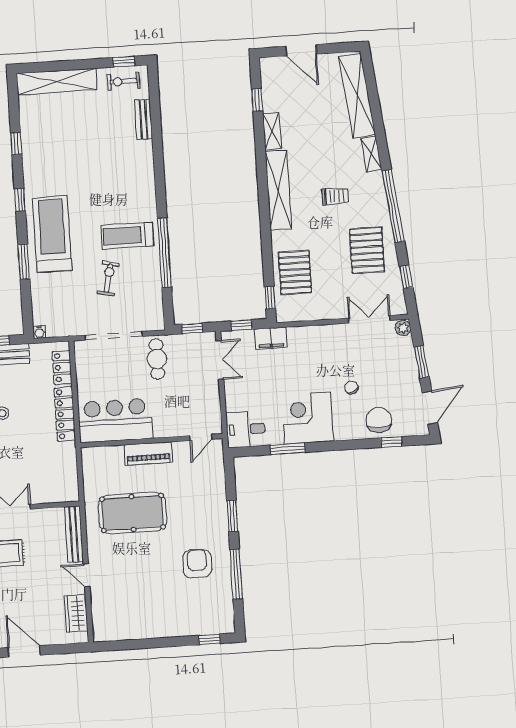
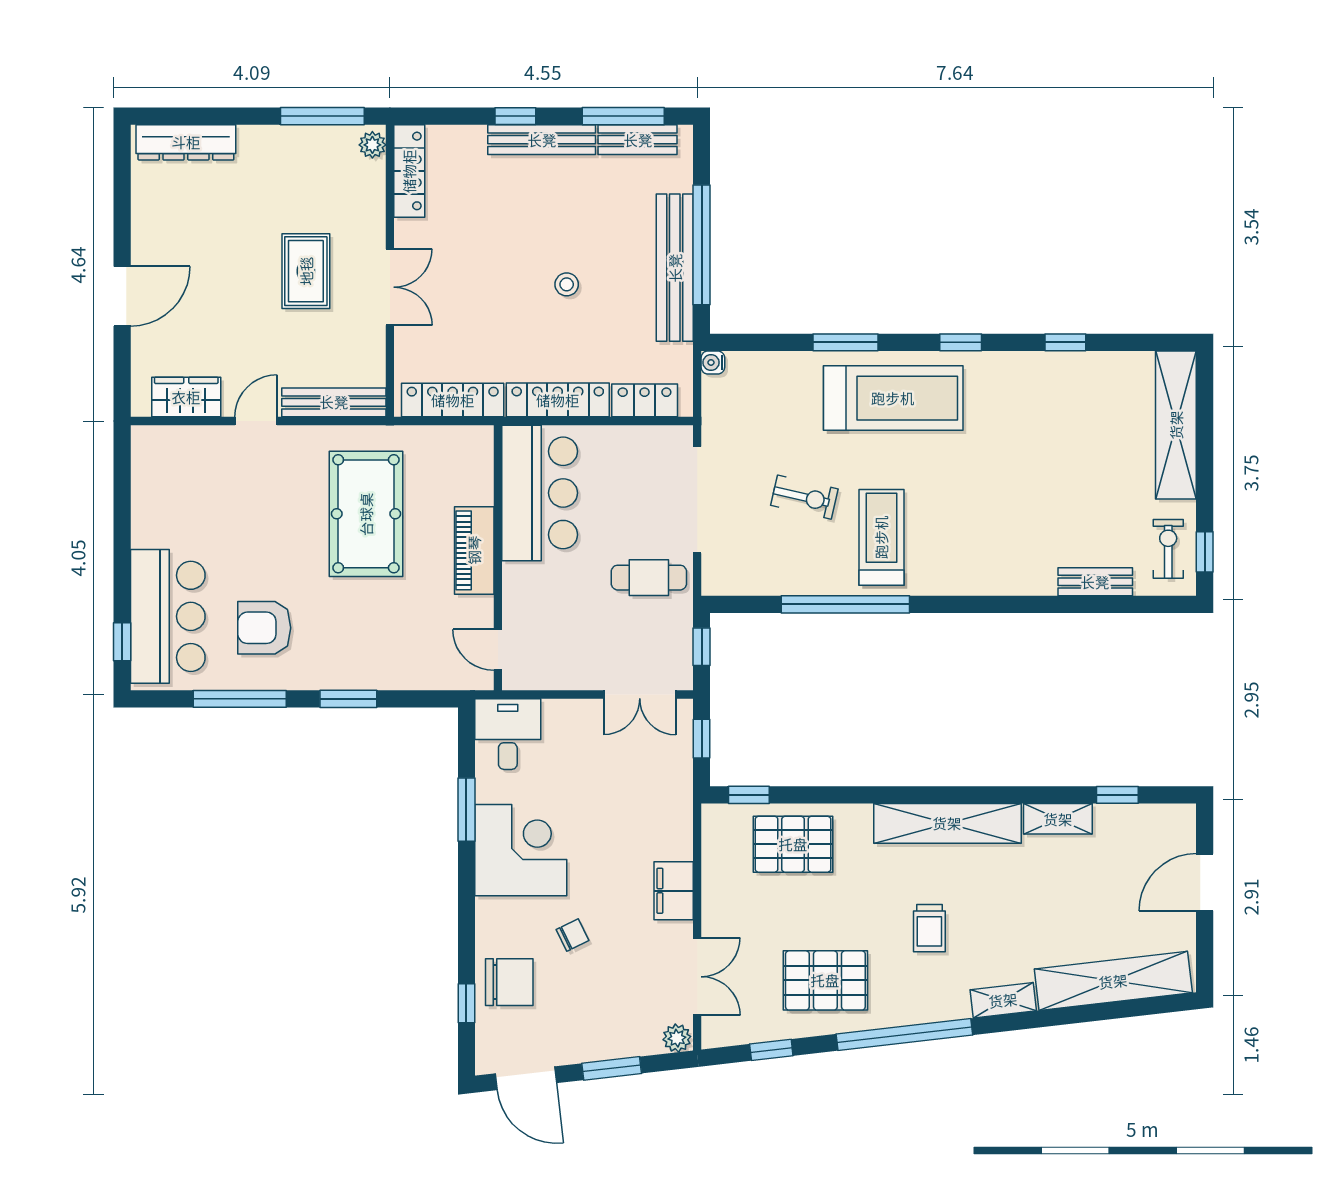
filing cabinet: (271, 338) -> (674, 891), moved
locker: (68, 470) -> (453, 400), added
armchair: (197, 564) -> (264, 628), turned 180
bar counter: (194, 616) -> (168, 616), added

